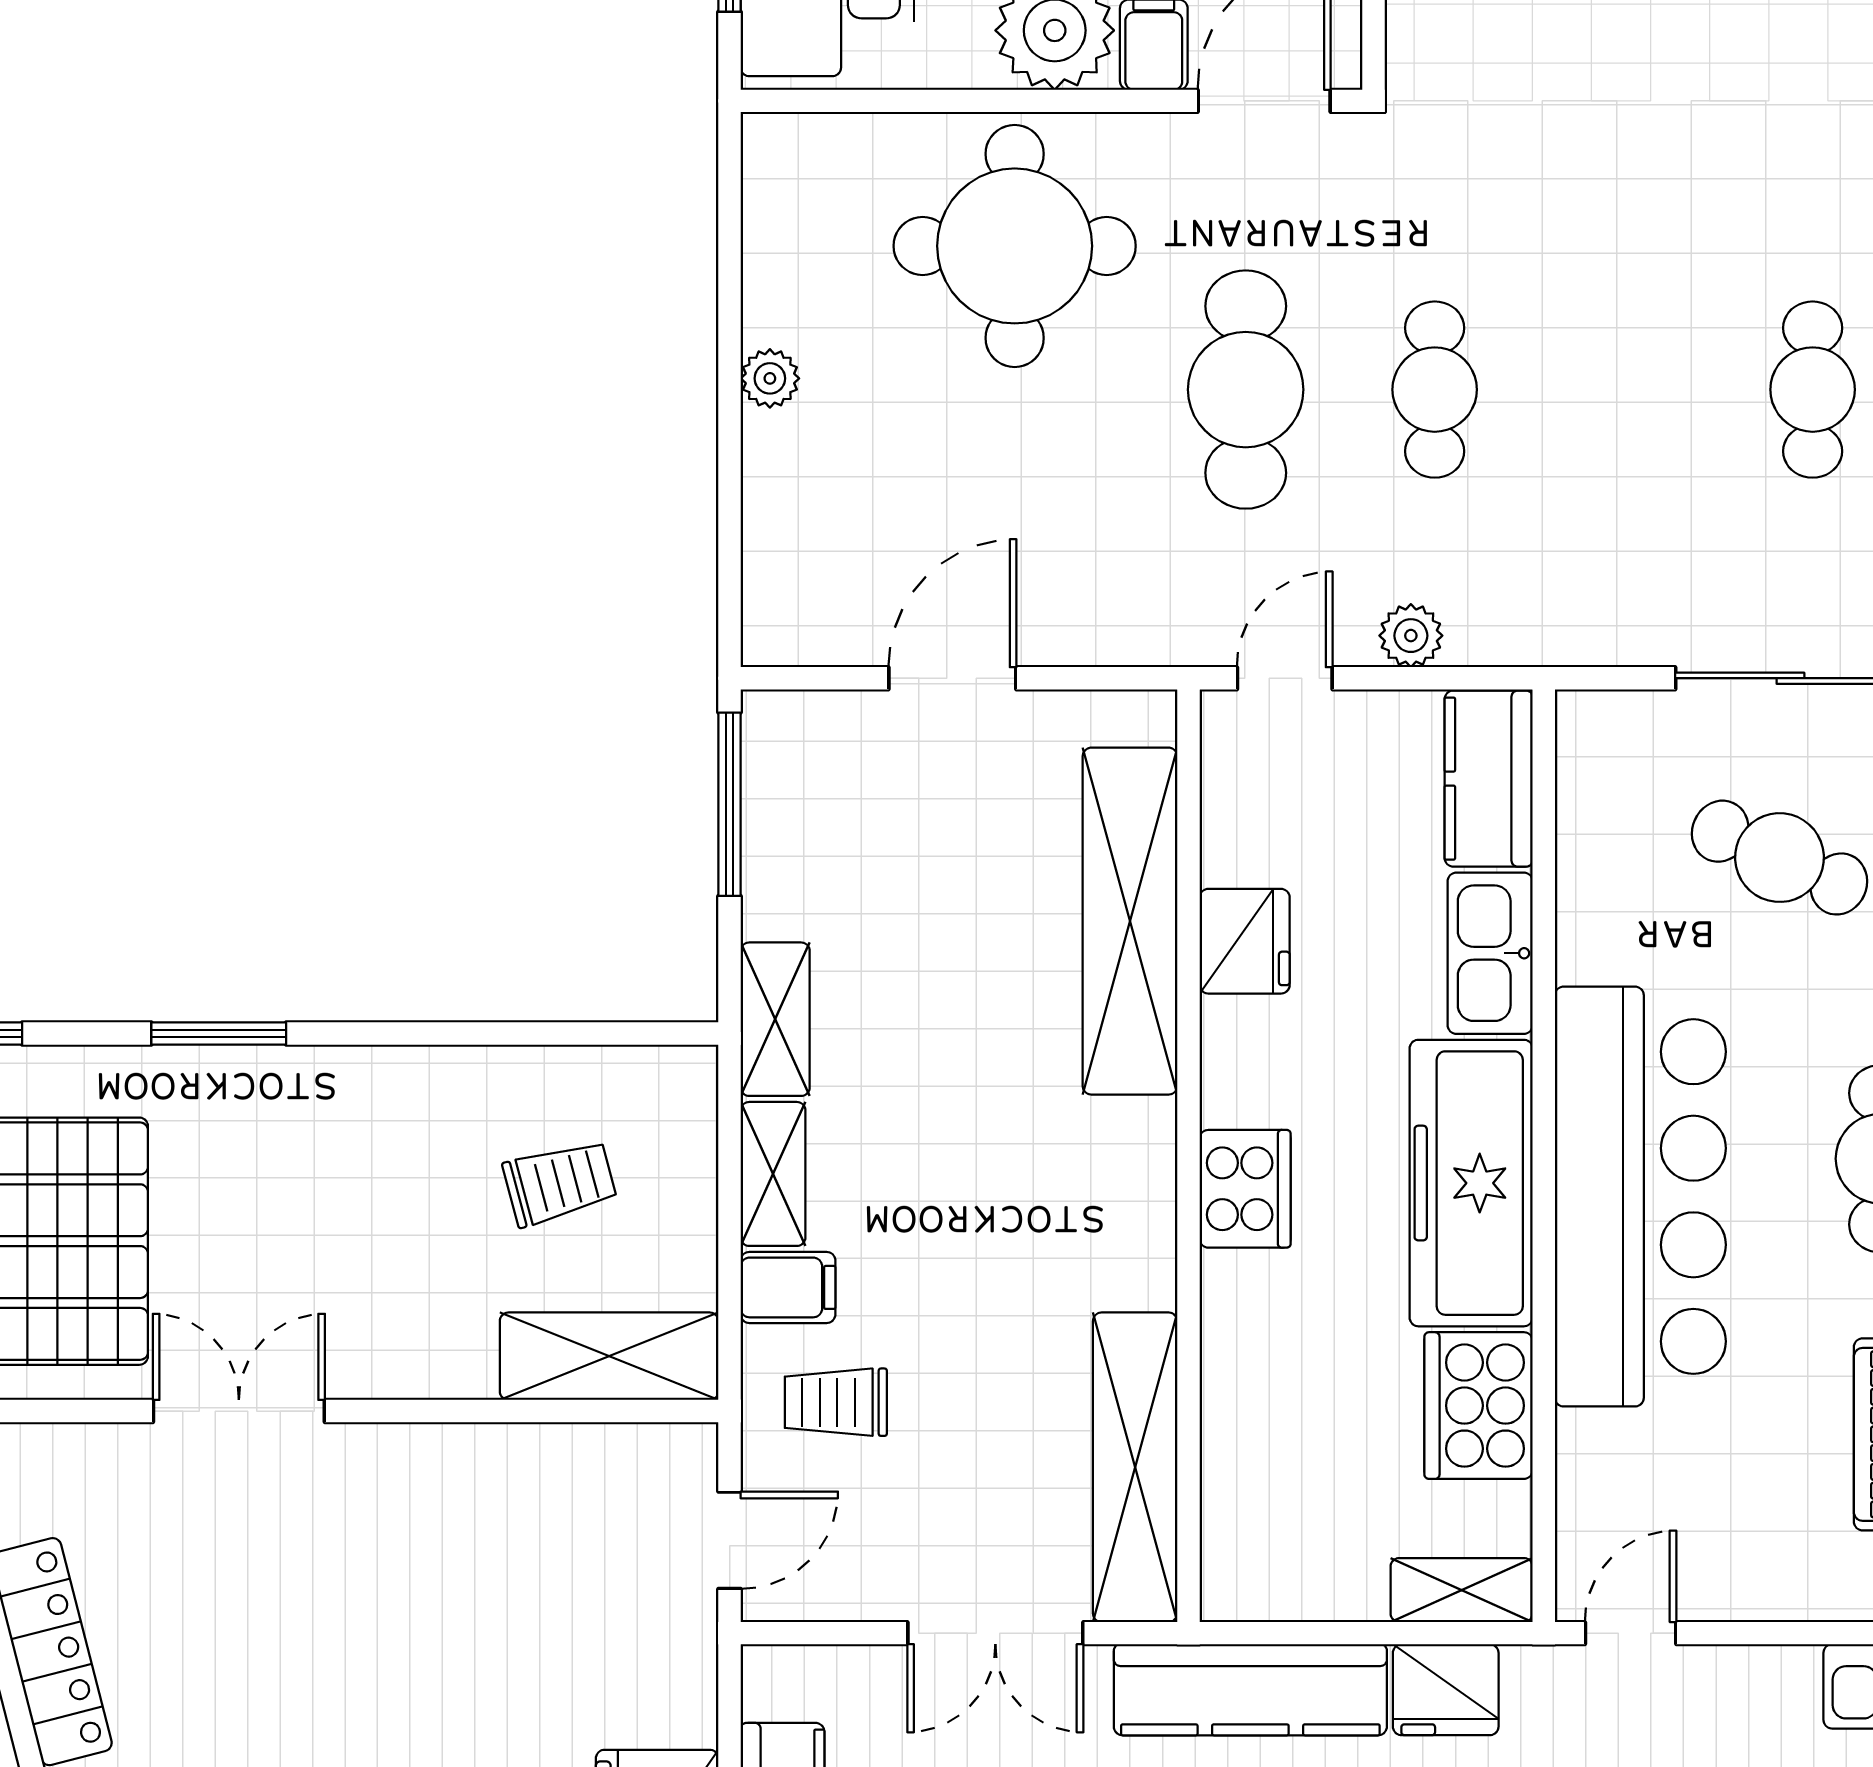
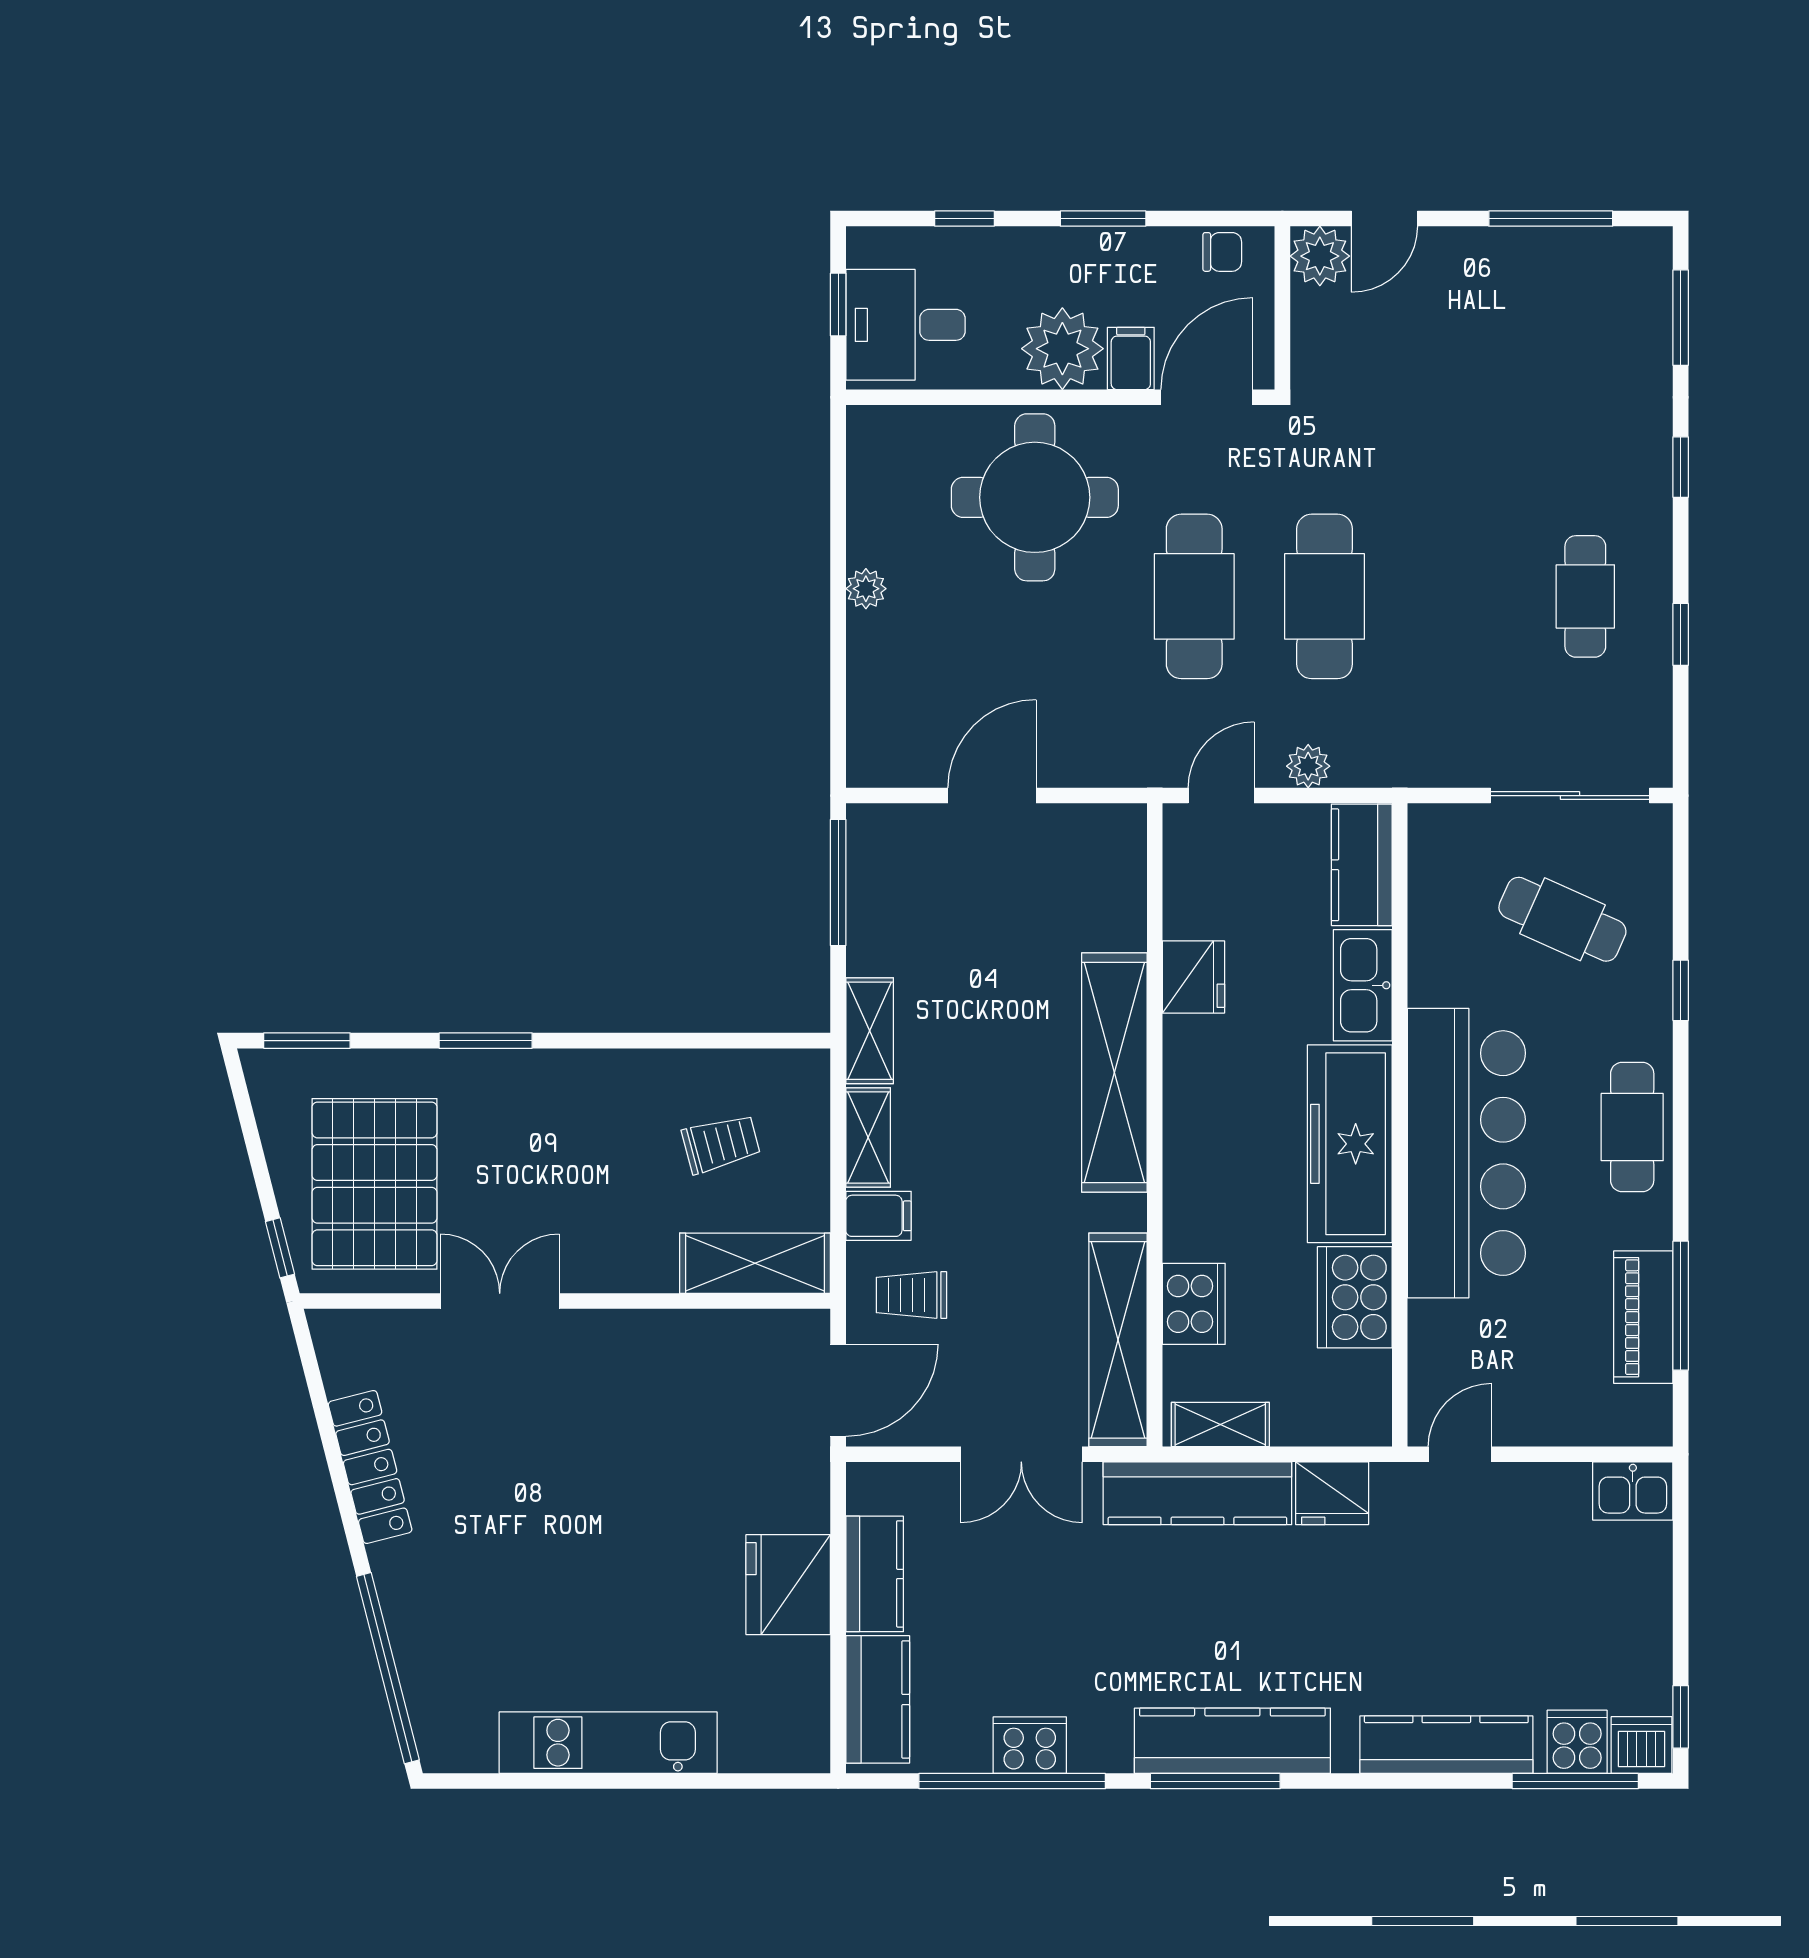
cafe table: (1435, 390) -> (1325, 596), width x1.37, depth x1.35
shelving: (1130, 921) -> (1114, 1073), moved
cooker: (1245, 1189) -> (1194, 1304), moved
door: (730, 1540) -> (838, 1390), width x1.38
shelving: (1462, 1590) -> (1220, 1425), moved

